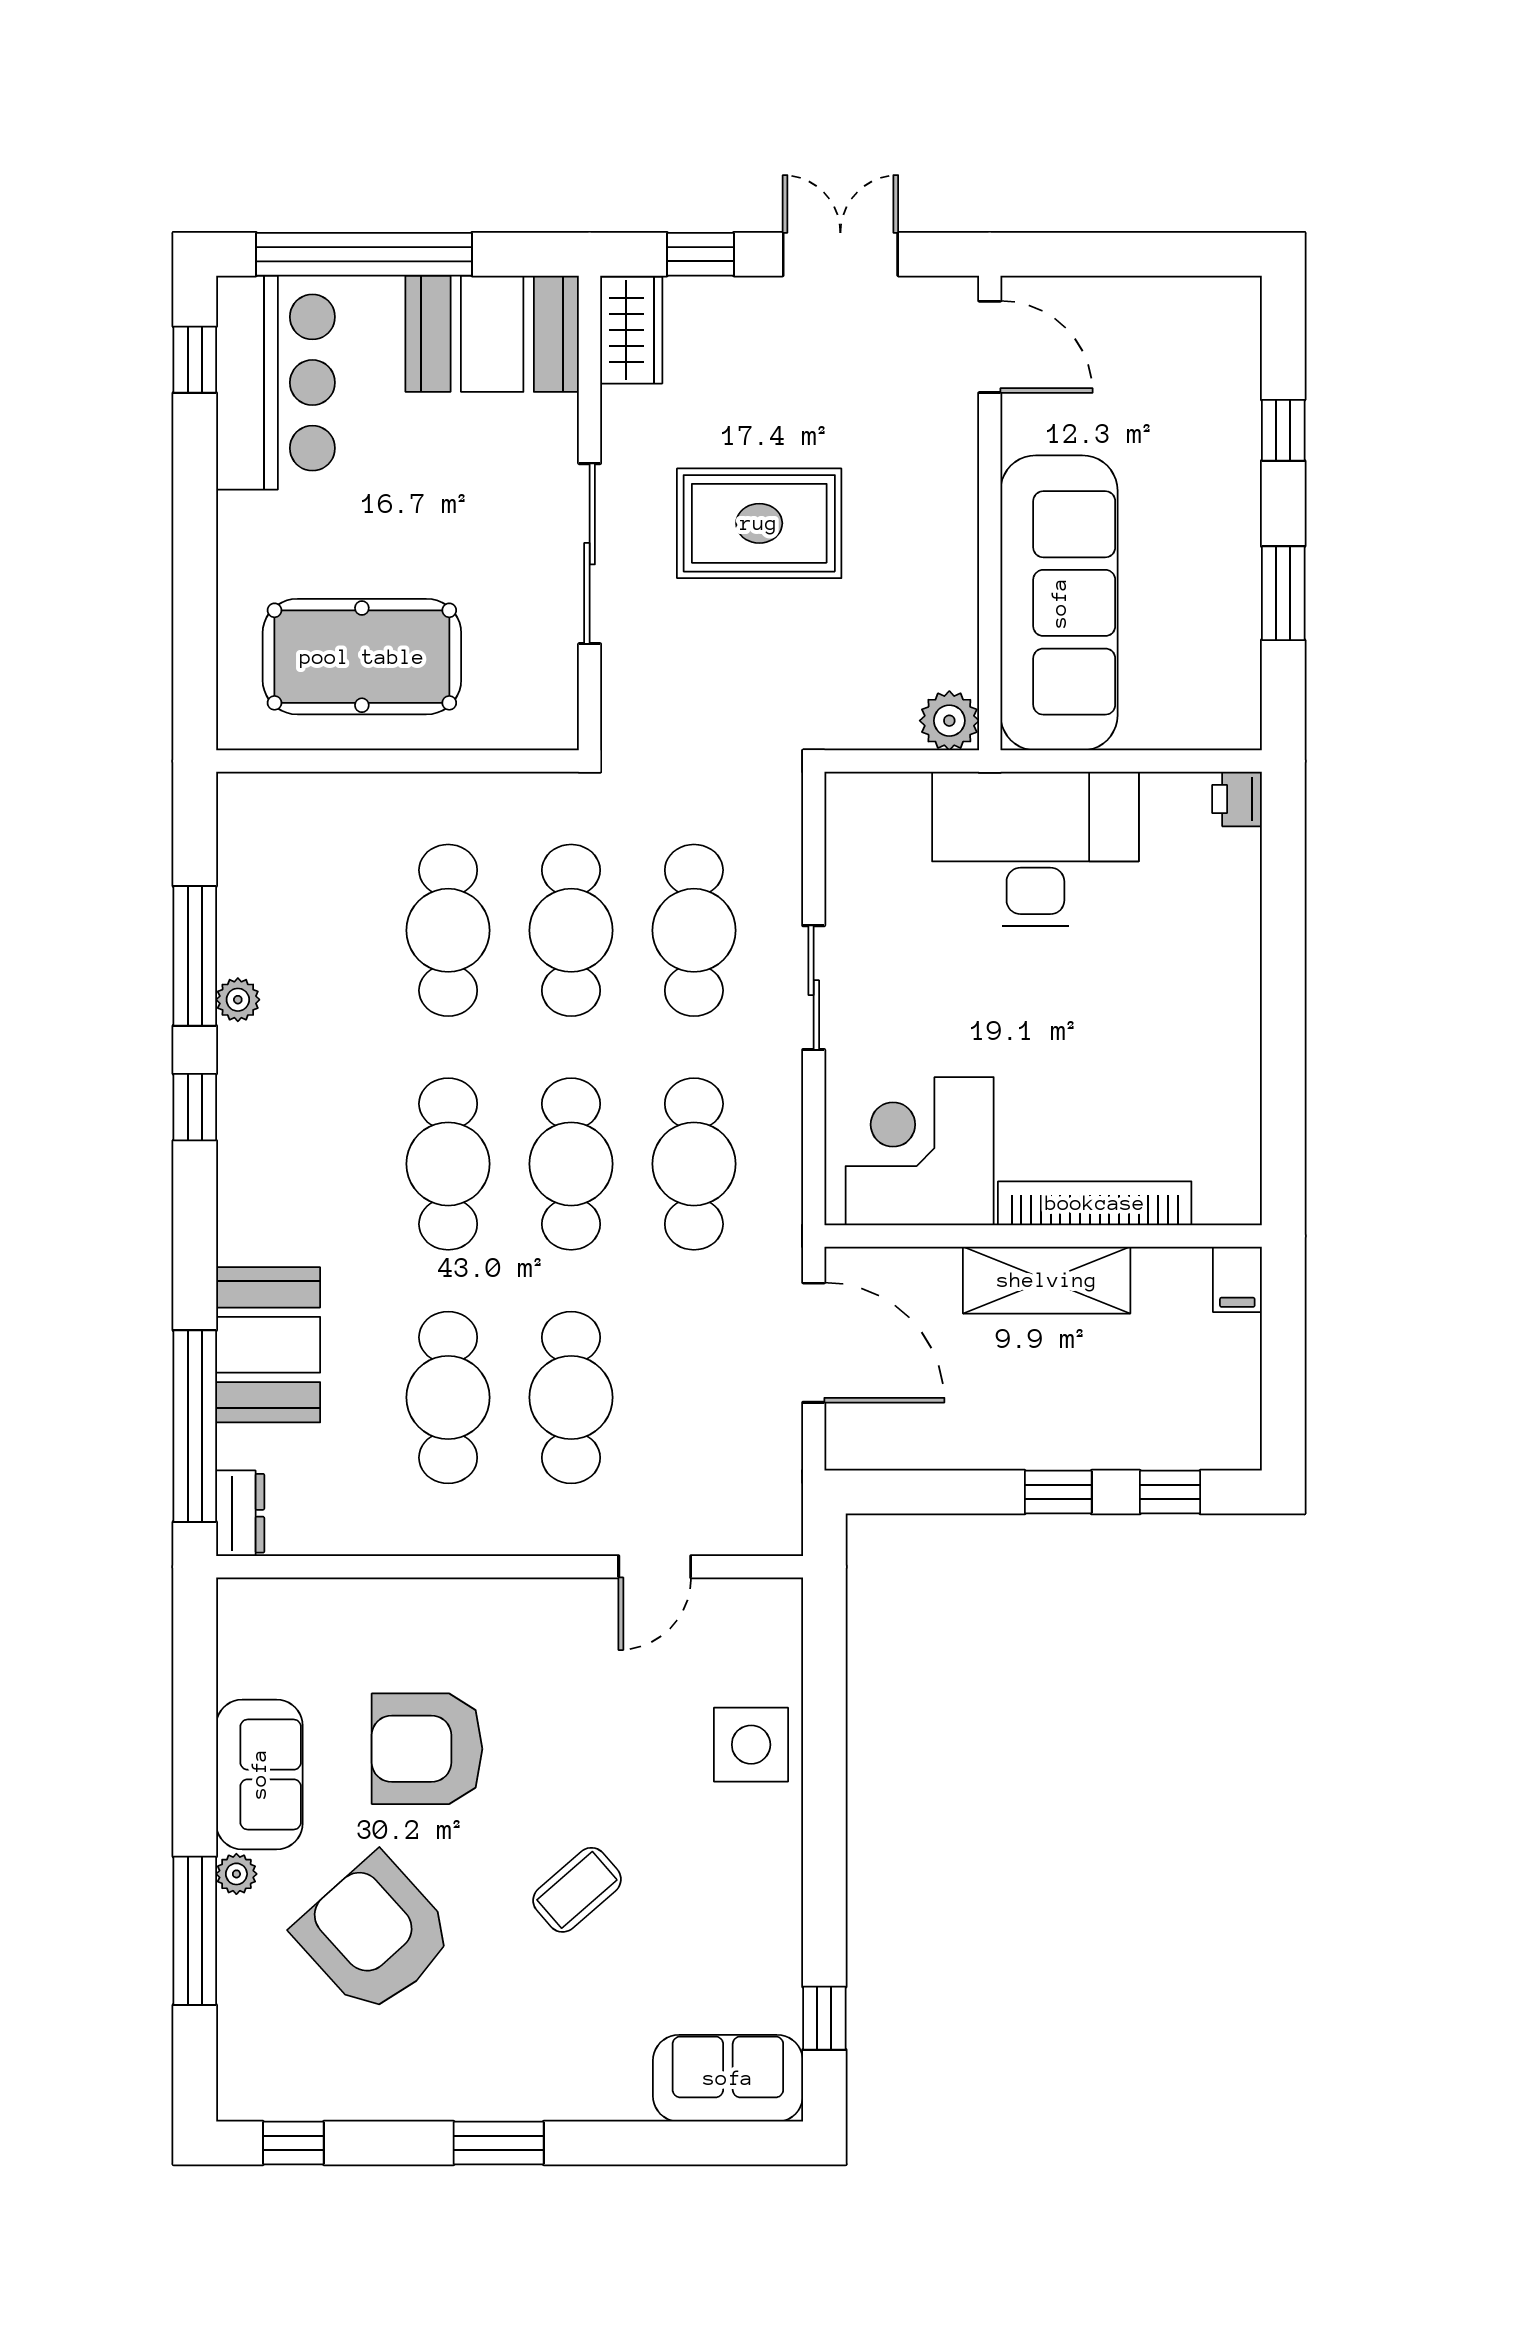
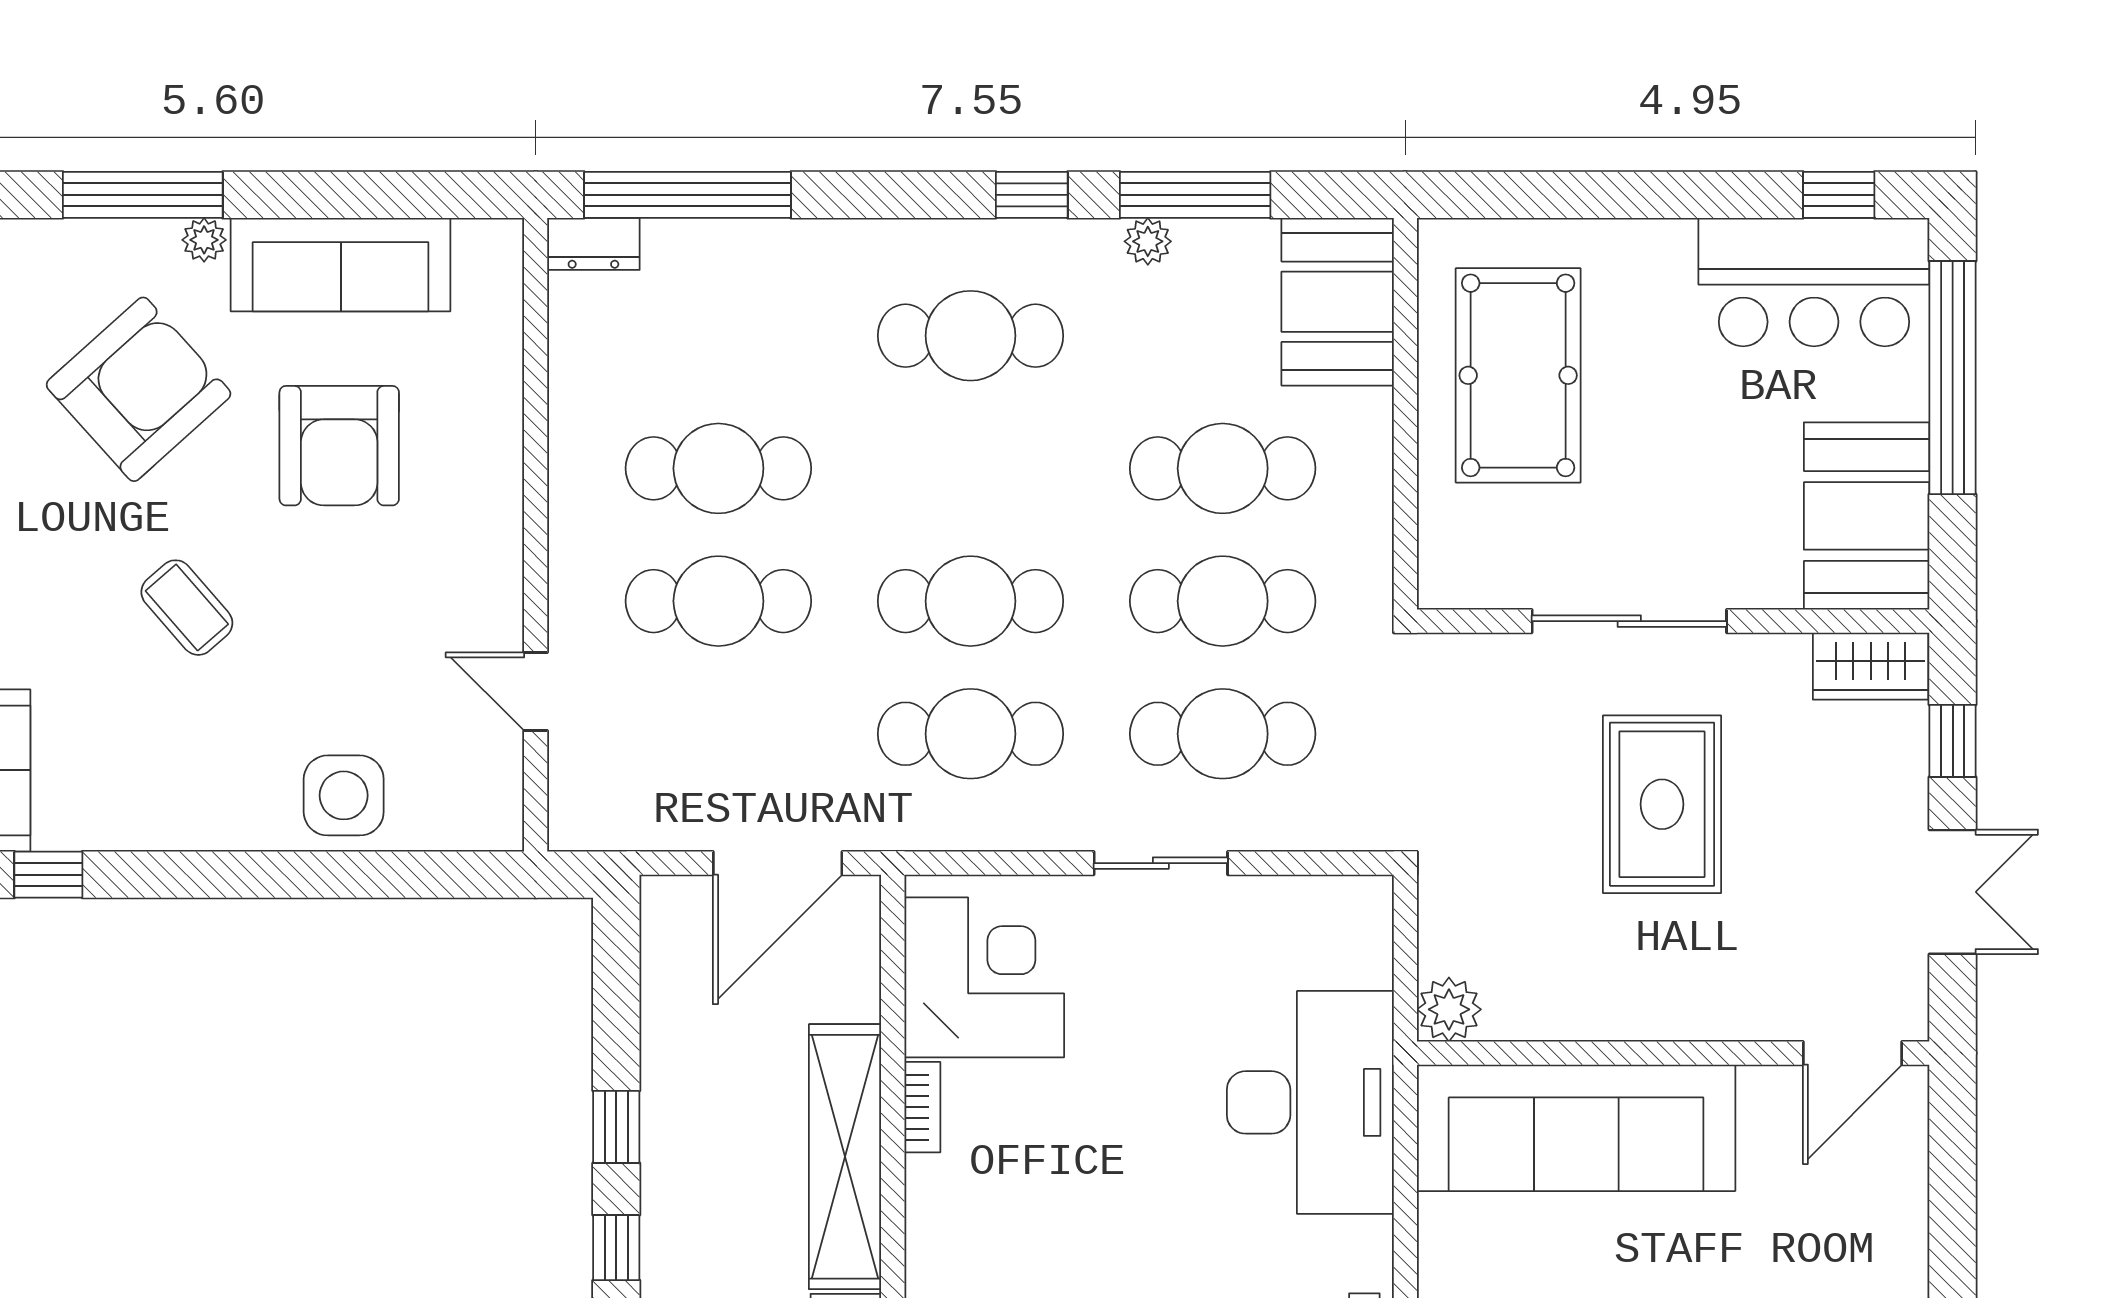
cafe table: (448, 1164) -> (971, 336), moved
bookcase: (1095, 1203) -> (922, 1107), width x0.43, depth x0.76
shelving: (1047, 1280) -> (845, 1157), width x1.47
booth: (268, 1345) -> (1338, 302), moved, turned 90
armchair: (427, 1749) -> (339, 446), turned 180
sofa: (259, 1774) -> (341, 265), width x1.36

